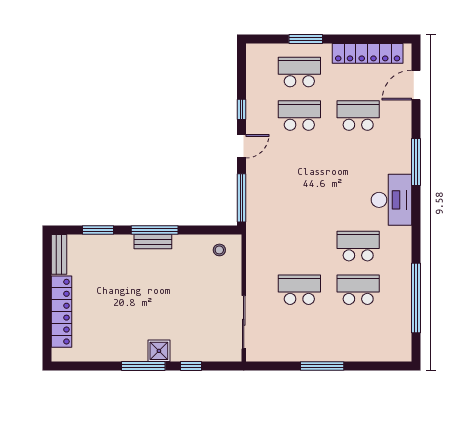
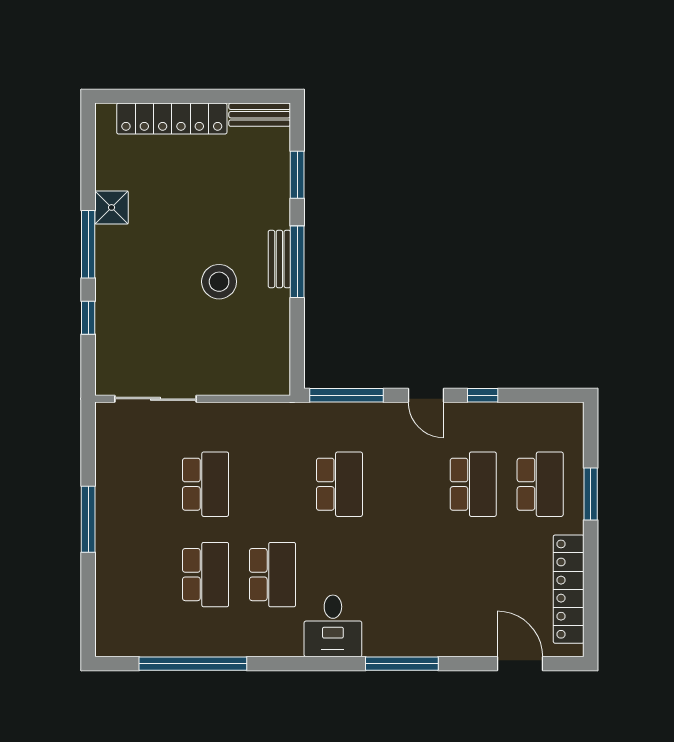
school desk: (358, 116) -> (339, 484), moved
desk: (392, 200) -> (333, 626), width x0.73
stool: (219, 250) -> (219, 282), moved, width x1.89, depth x1.89
shower: (159, 351) -> (112, 207), moved

